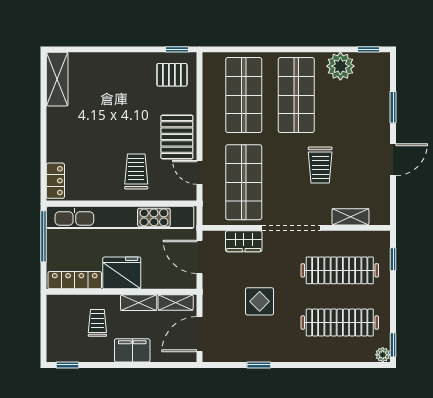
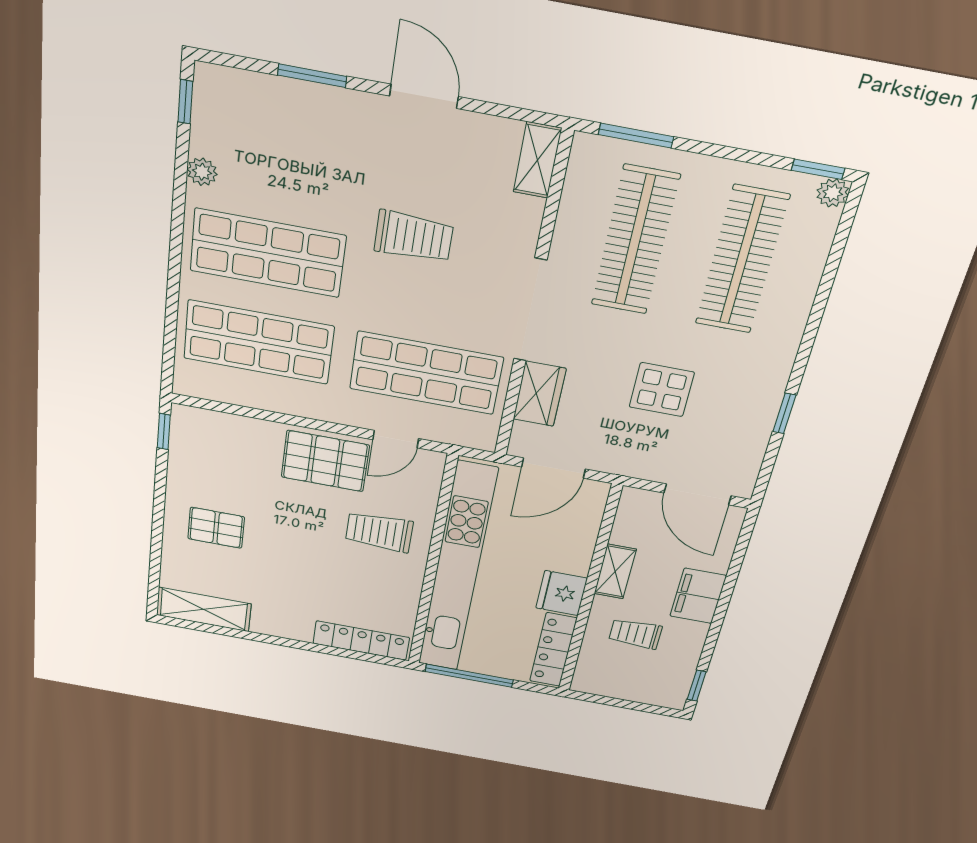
plant: (340, 66) -> (202, 172), width x0.53, depth x0.53
pallet: (172, 75) -> (216, 528), moved, turned 90
locker: (55, 181) -> (361, 640), width x1.53
shelving: (350, 217) -> (537, 160), moved
window: (393, 259) -> (636, 136), width x1.50
fridge: (122, 273) -> (562, 593), width x0.73, depth x0.75
shelving: (176, 302) -> (629, 519), removed

